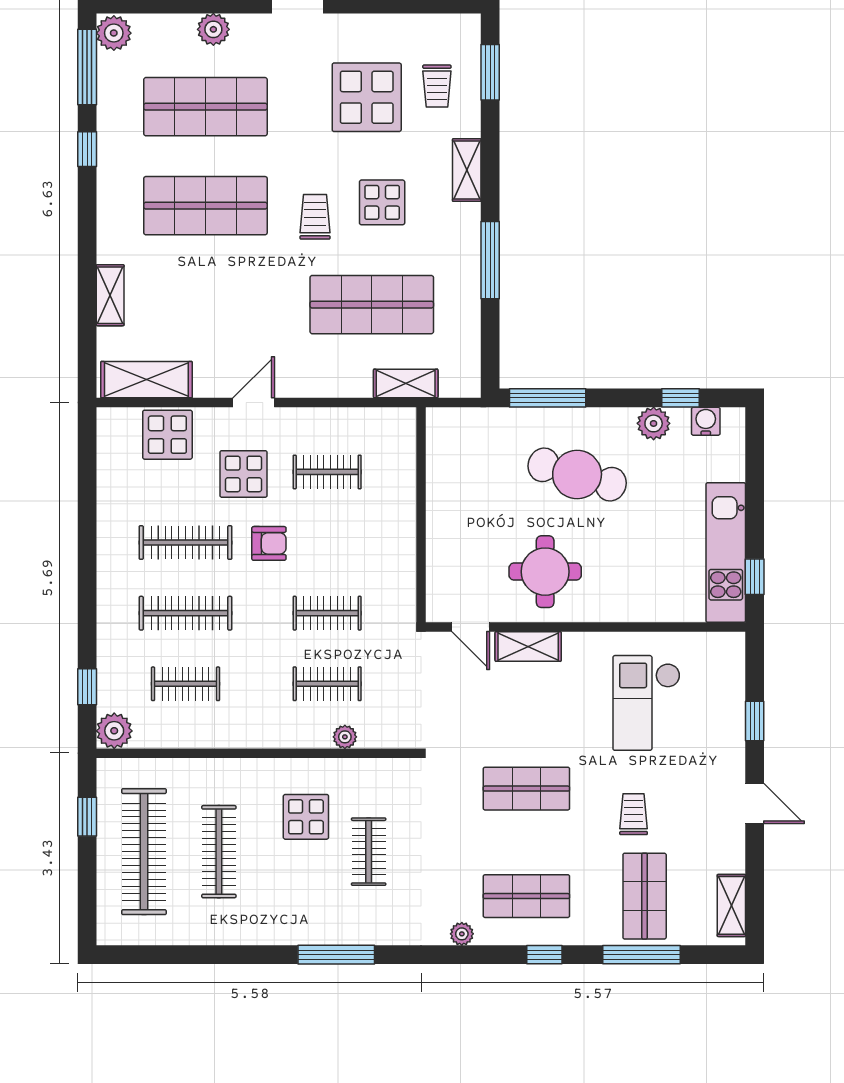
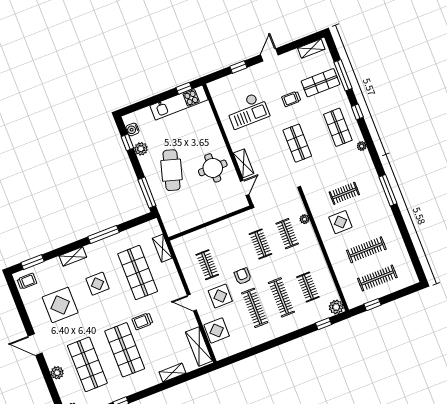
trolley: (437, 86) -> (27, 281), moved
trolley: (315, 217) -> (142, 321), moved
clothes rail: (144, 852) -> (377, 278), width x0.73, depth x0.76

